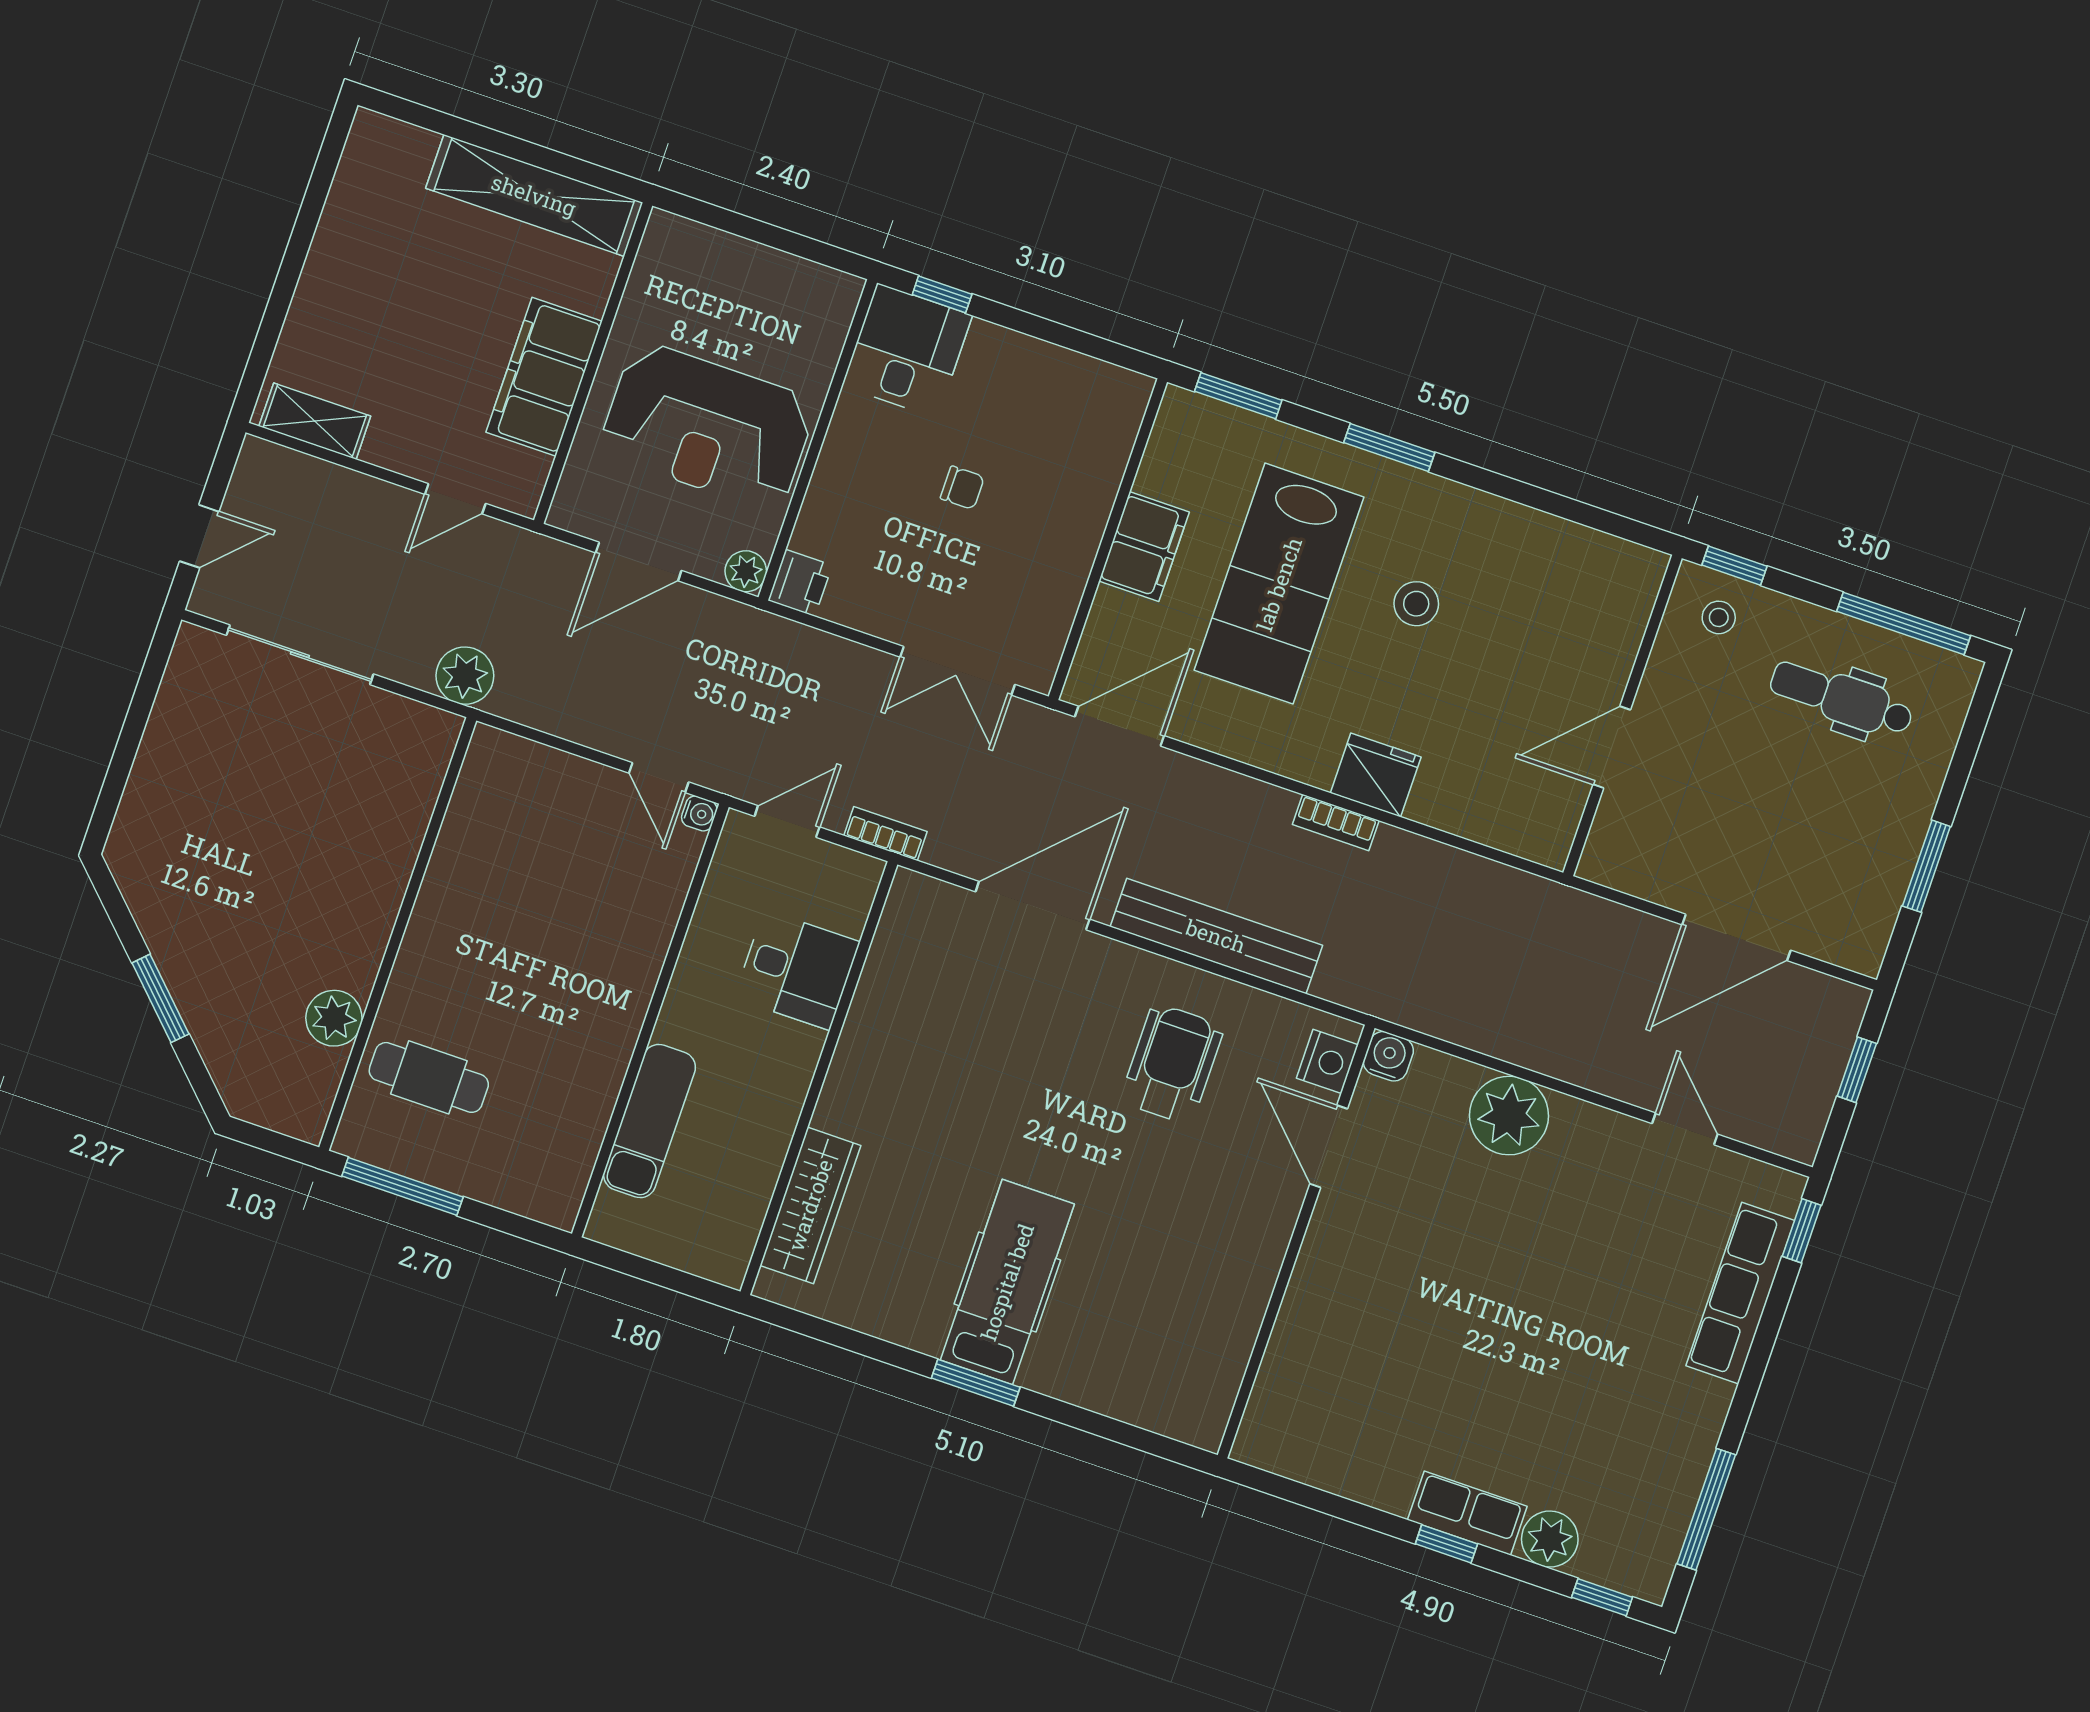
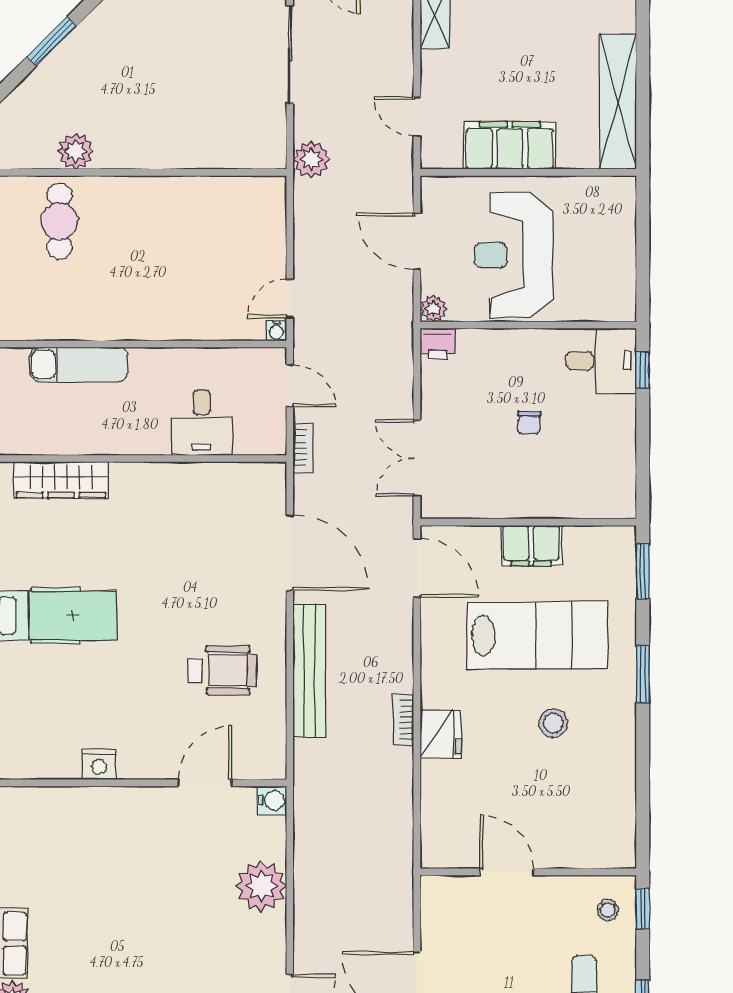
lab bench: (1279, 584) -> (537, 635), turned 180
nightstand: (1327, 1061) -> (99, 764), moved

